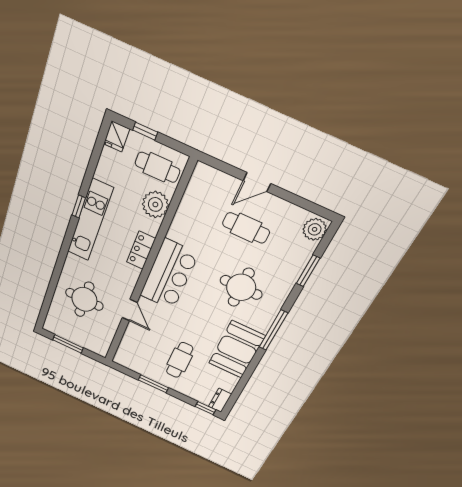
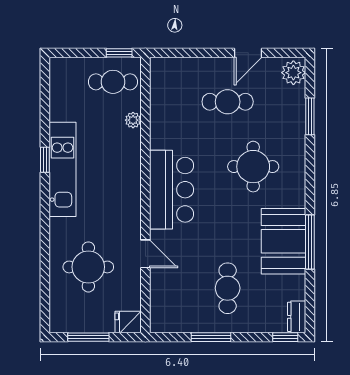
window: (145, 131) -> (119, 53), moved
fridge: (117, 136) -> (128, 322), moved, turned 90
door: (257, 182) -> (248, 53), moved
plant: (155, 204) -> (133, 120), width x0.53, depth x0.53
locker: (141, 250) -> (130, 177), removed
window: (273, 330) -> (310, 242), moved

